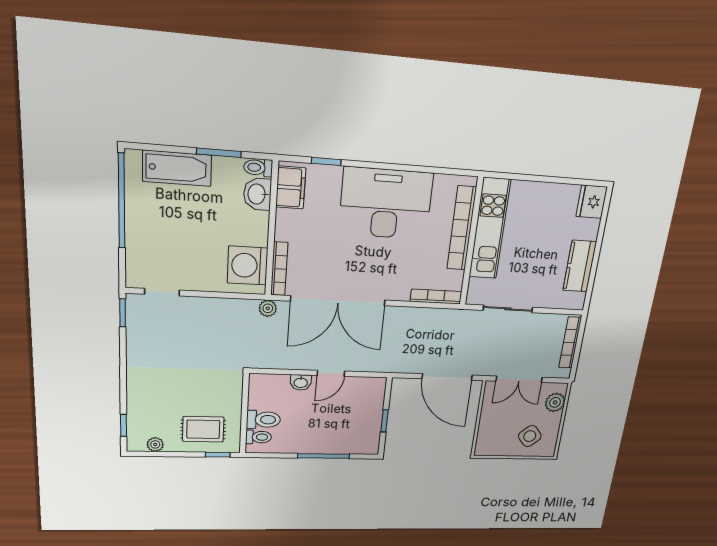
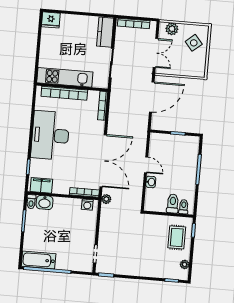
bathtub: (177, 168) -> (39, 260), moved, turned -90
washing machine: (248, 265) -> (87, 205), width x0.53, depth x0.53
kitchen counter: (580, 266) -> (105, 32), moved, turned 90

